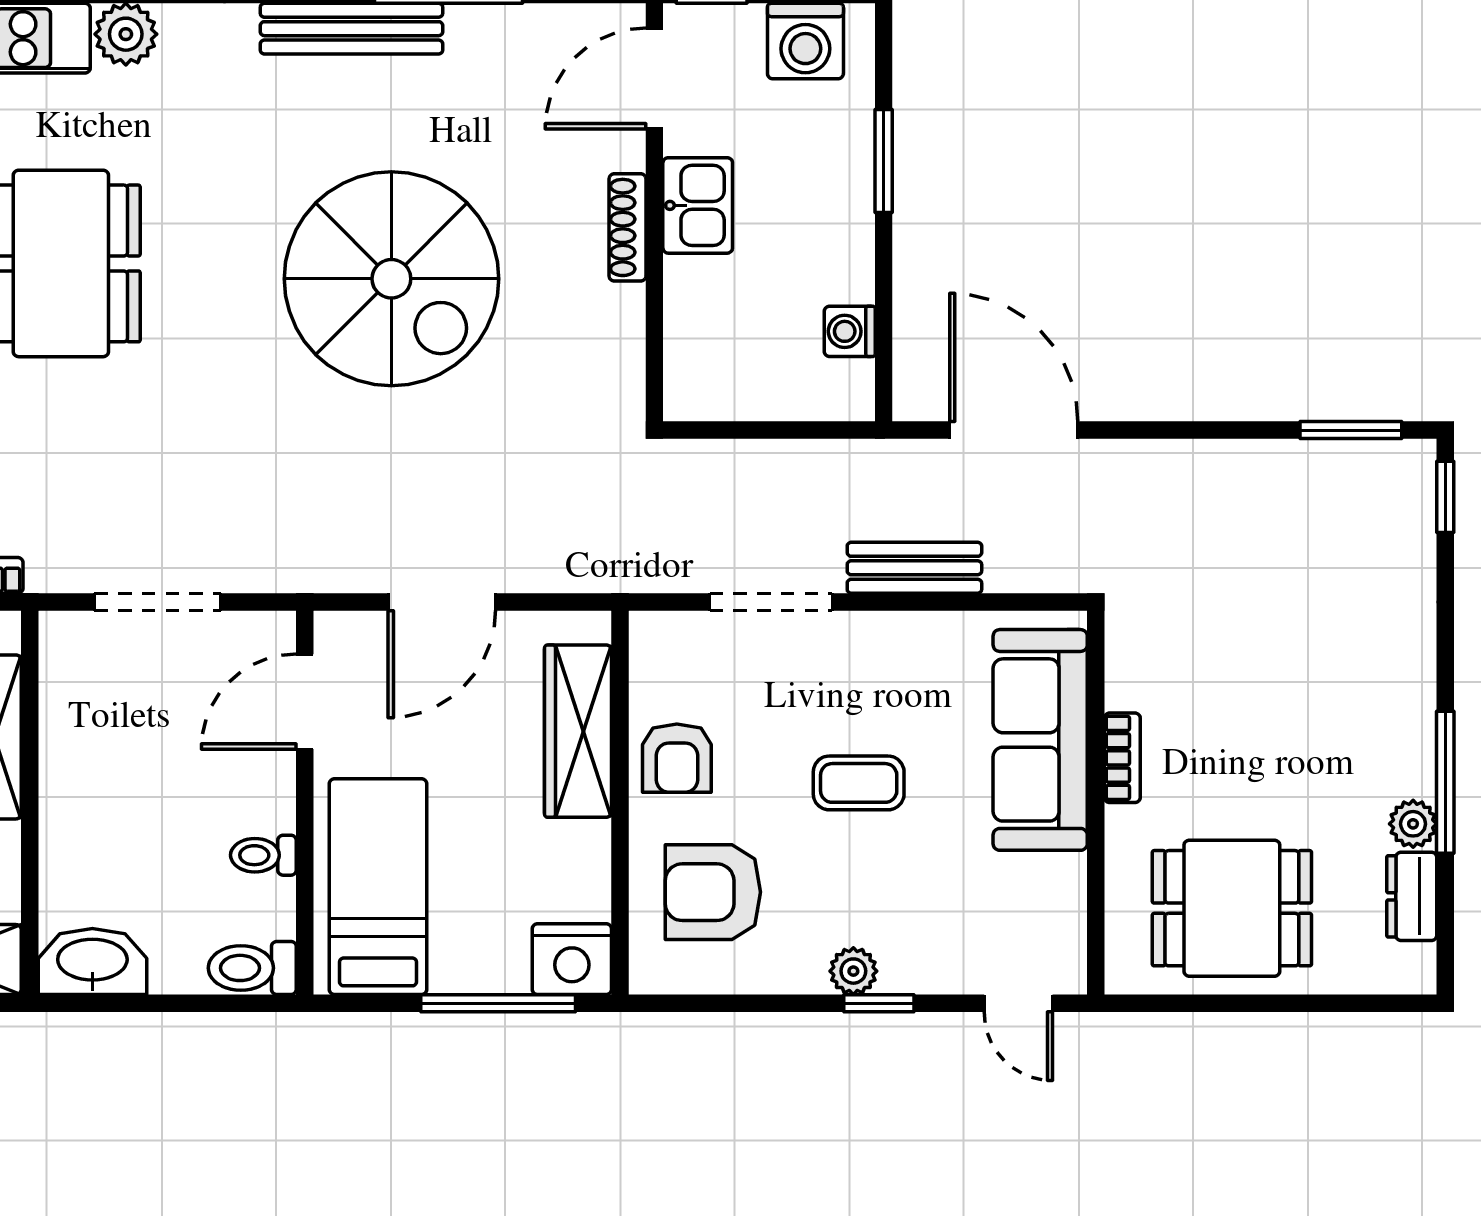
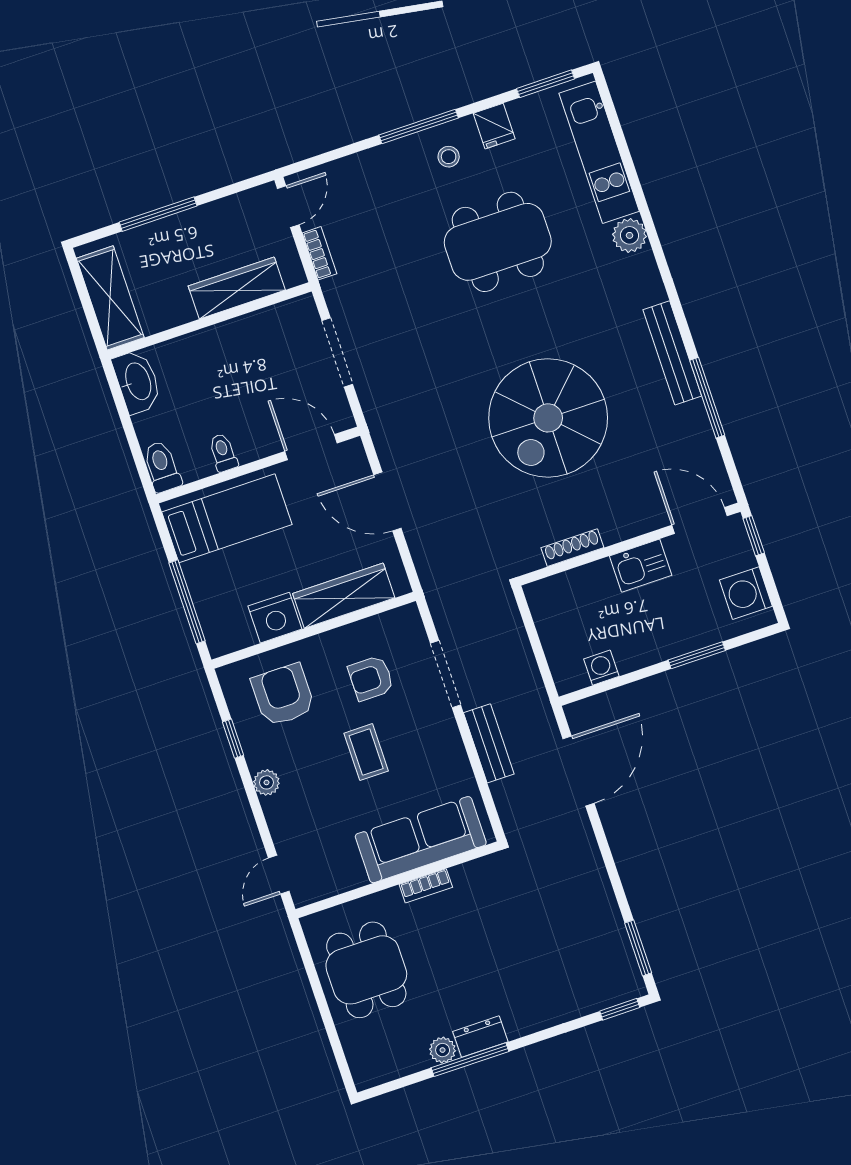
shoe rack: (627, 227) -> (572, 548), moved
armchair: (677, 758) -> (371, 678), moved
dresser: (1412, 896) -> (480, 1037), moved
nightstand: (572, 959) -> (275, 618), moved, turned -90
window: (879, 1003) -> (233, 739), moved

